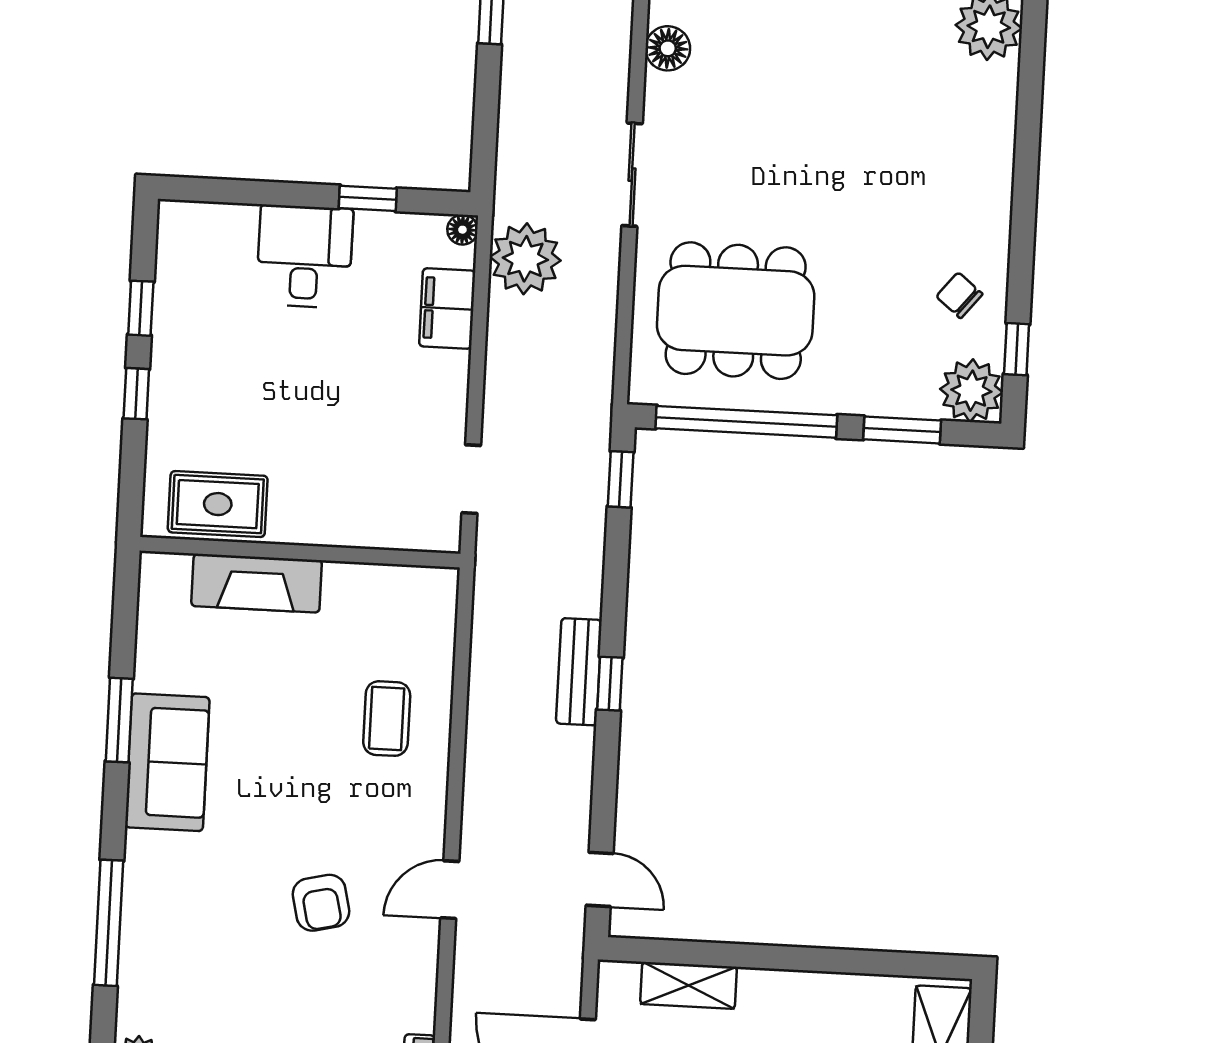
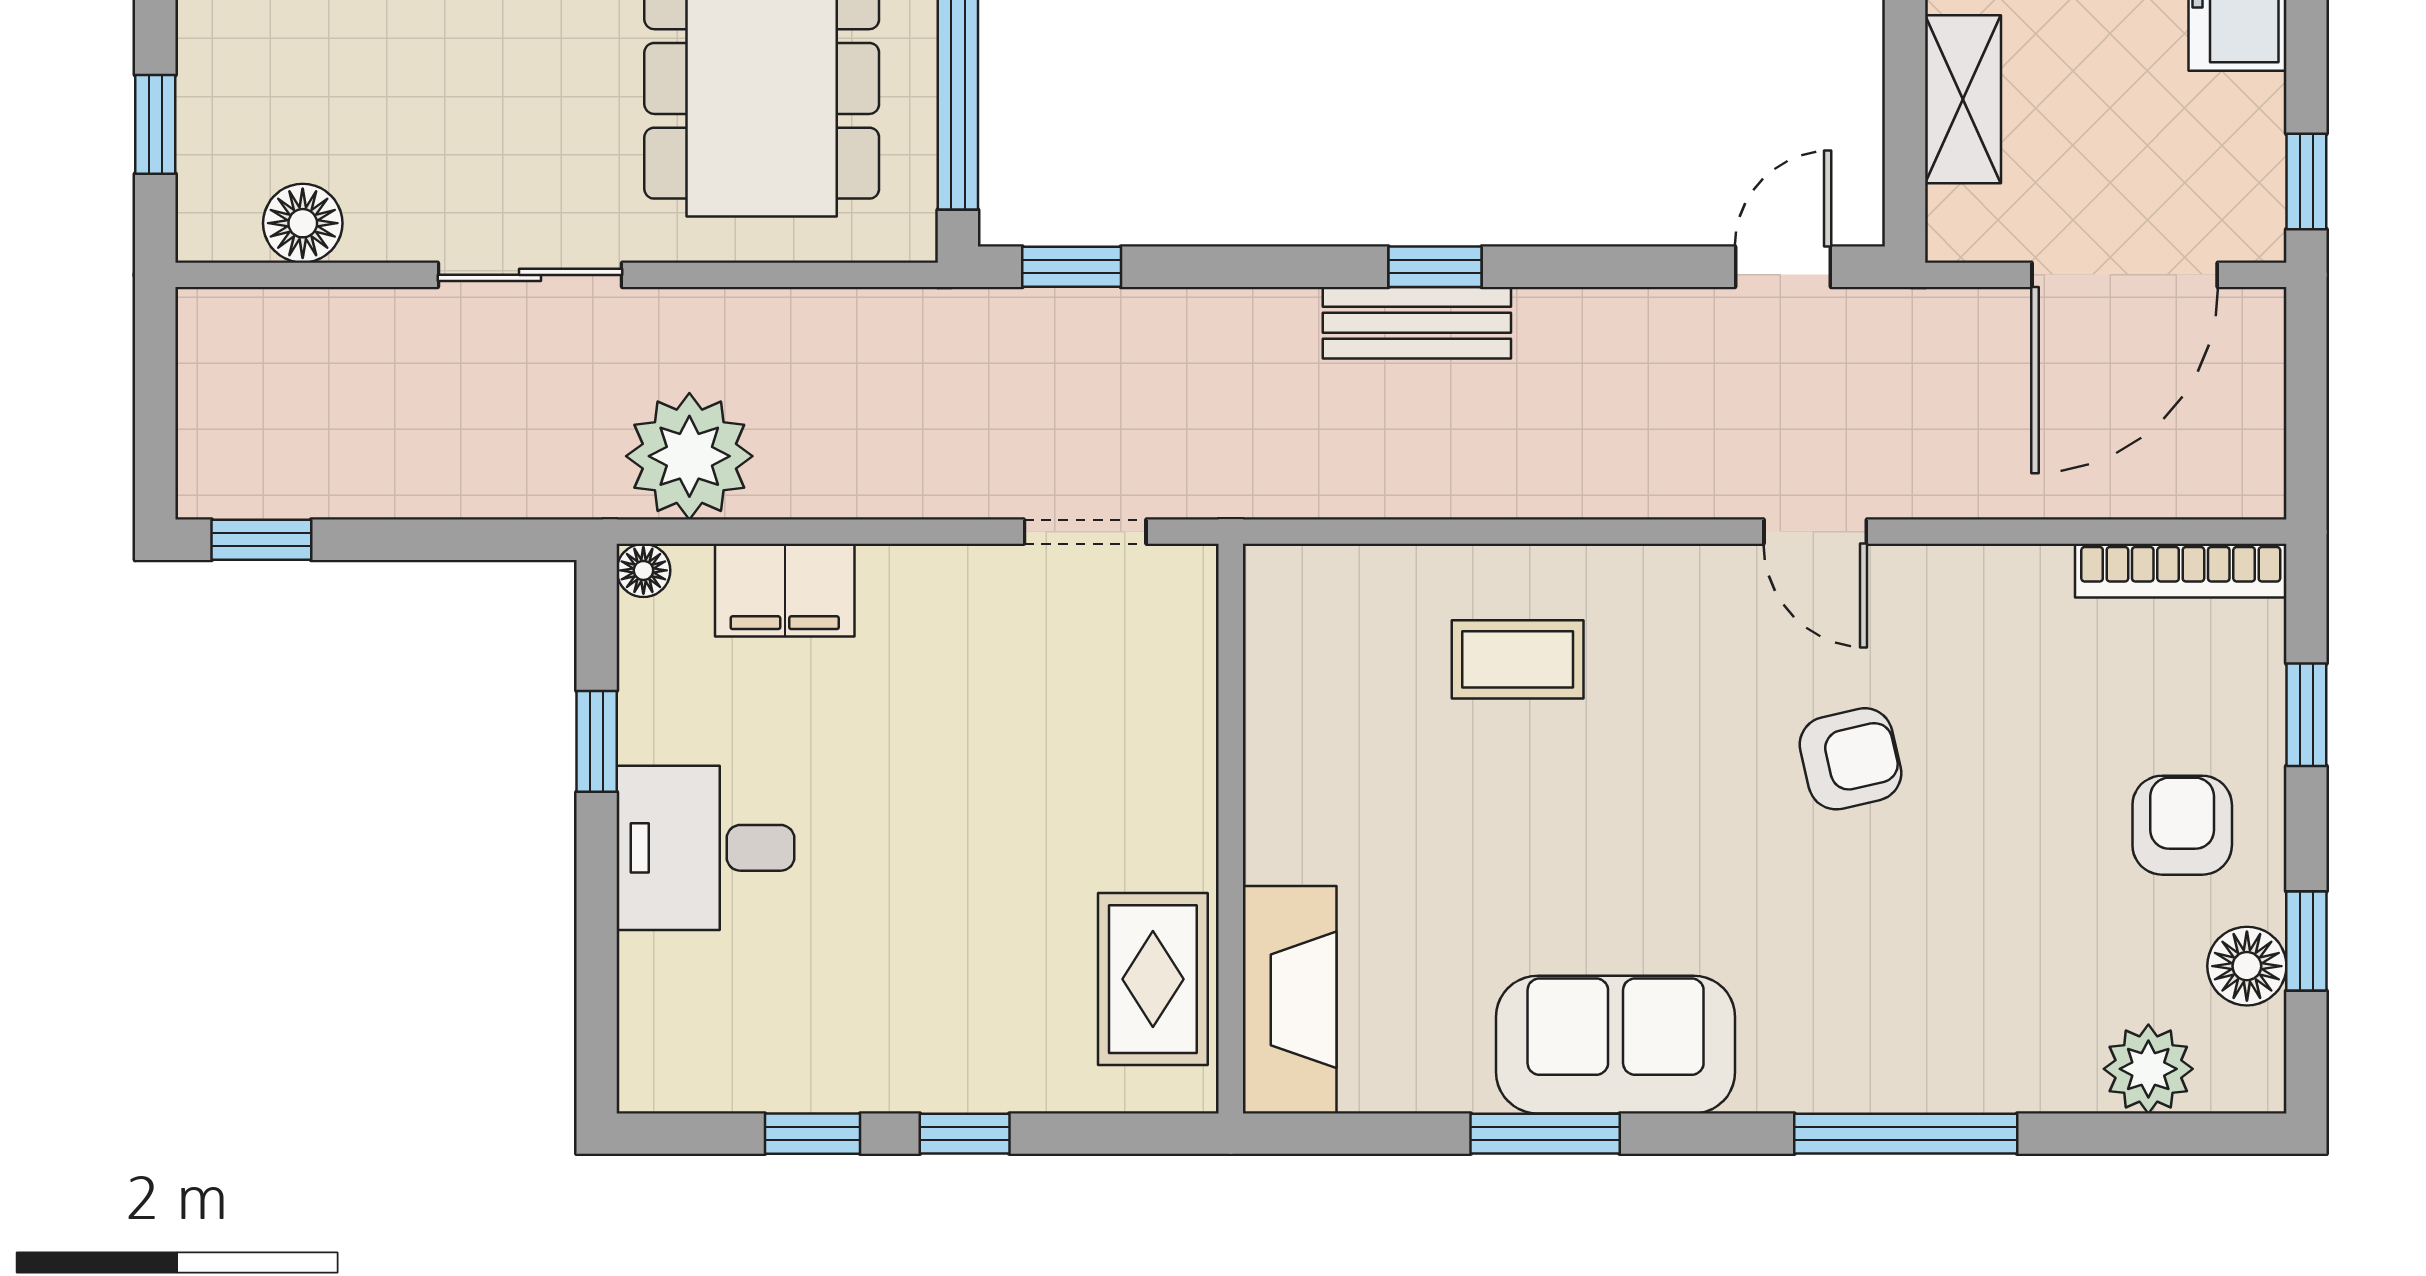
fireplace: (257, 583) -> (1290, 1000), moved

